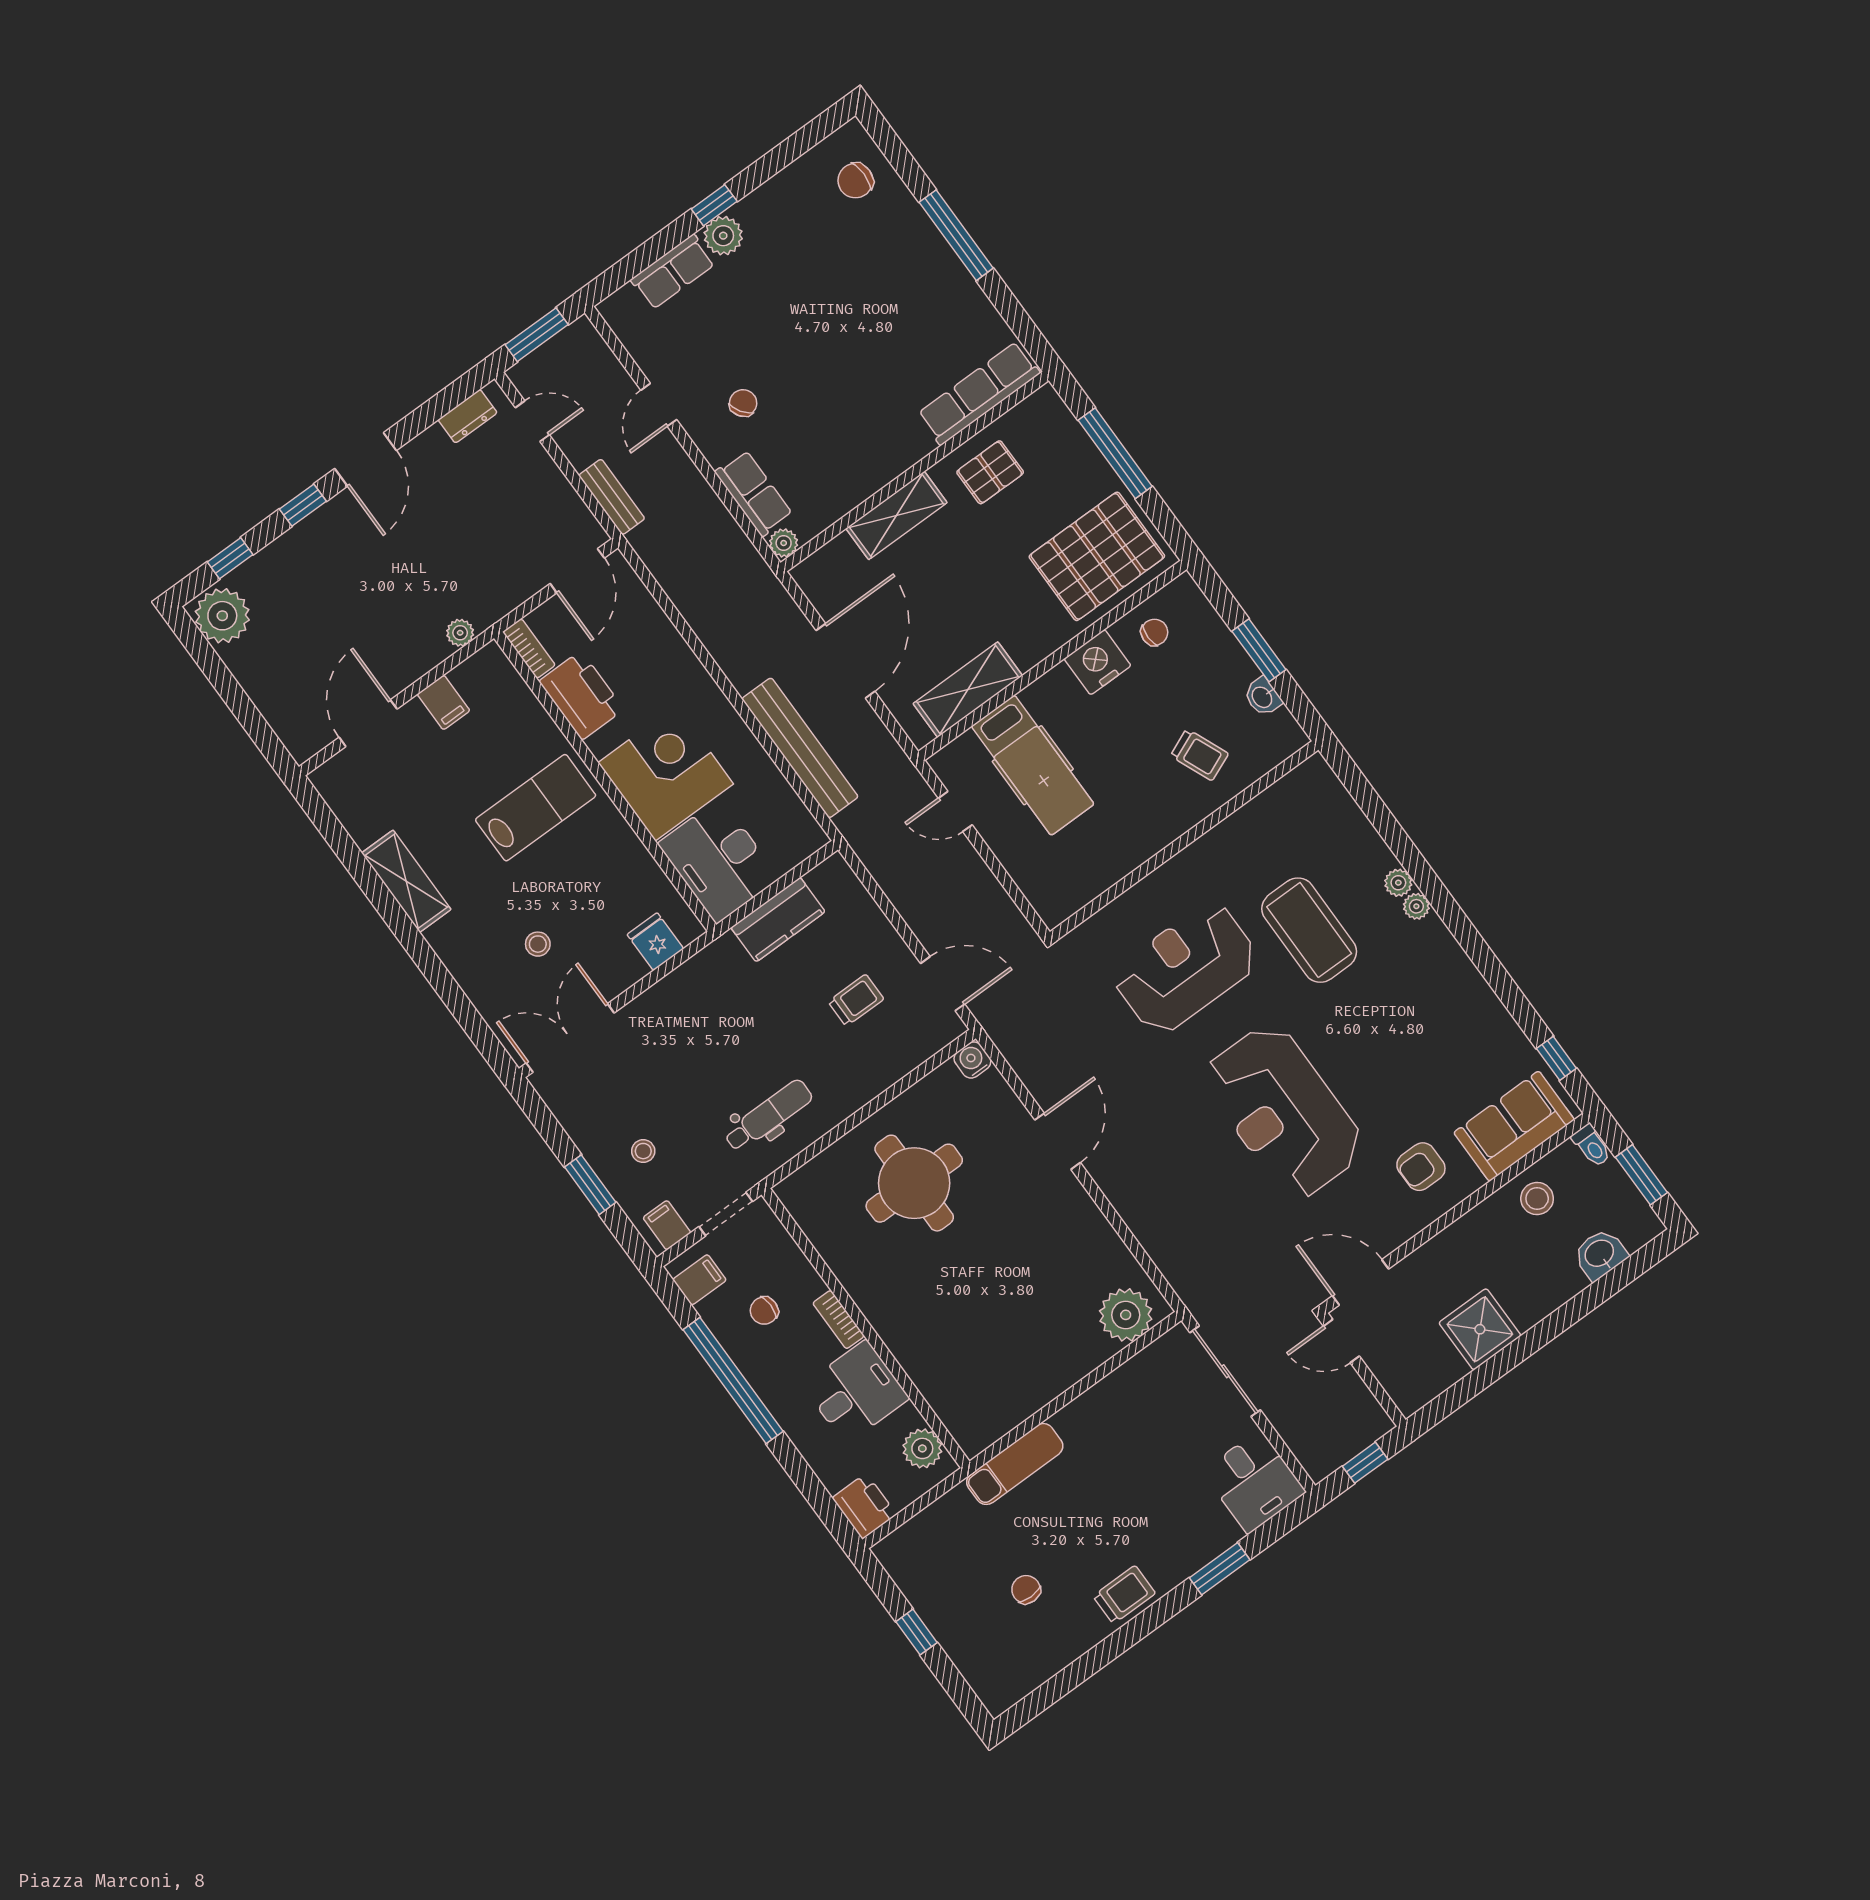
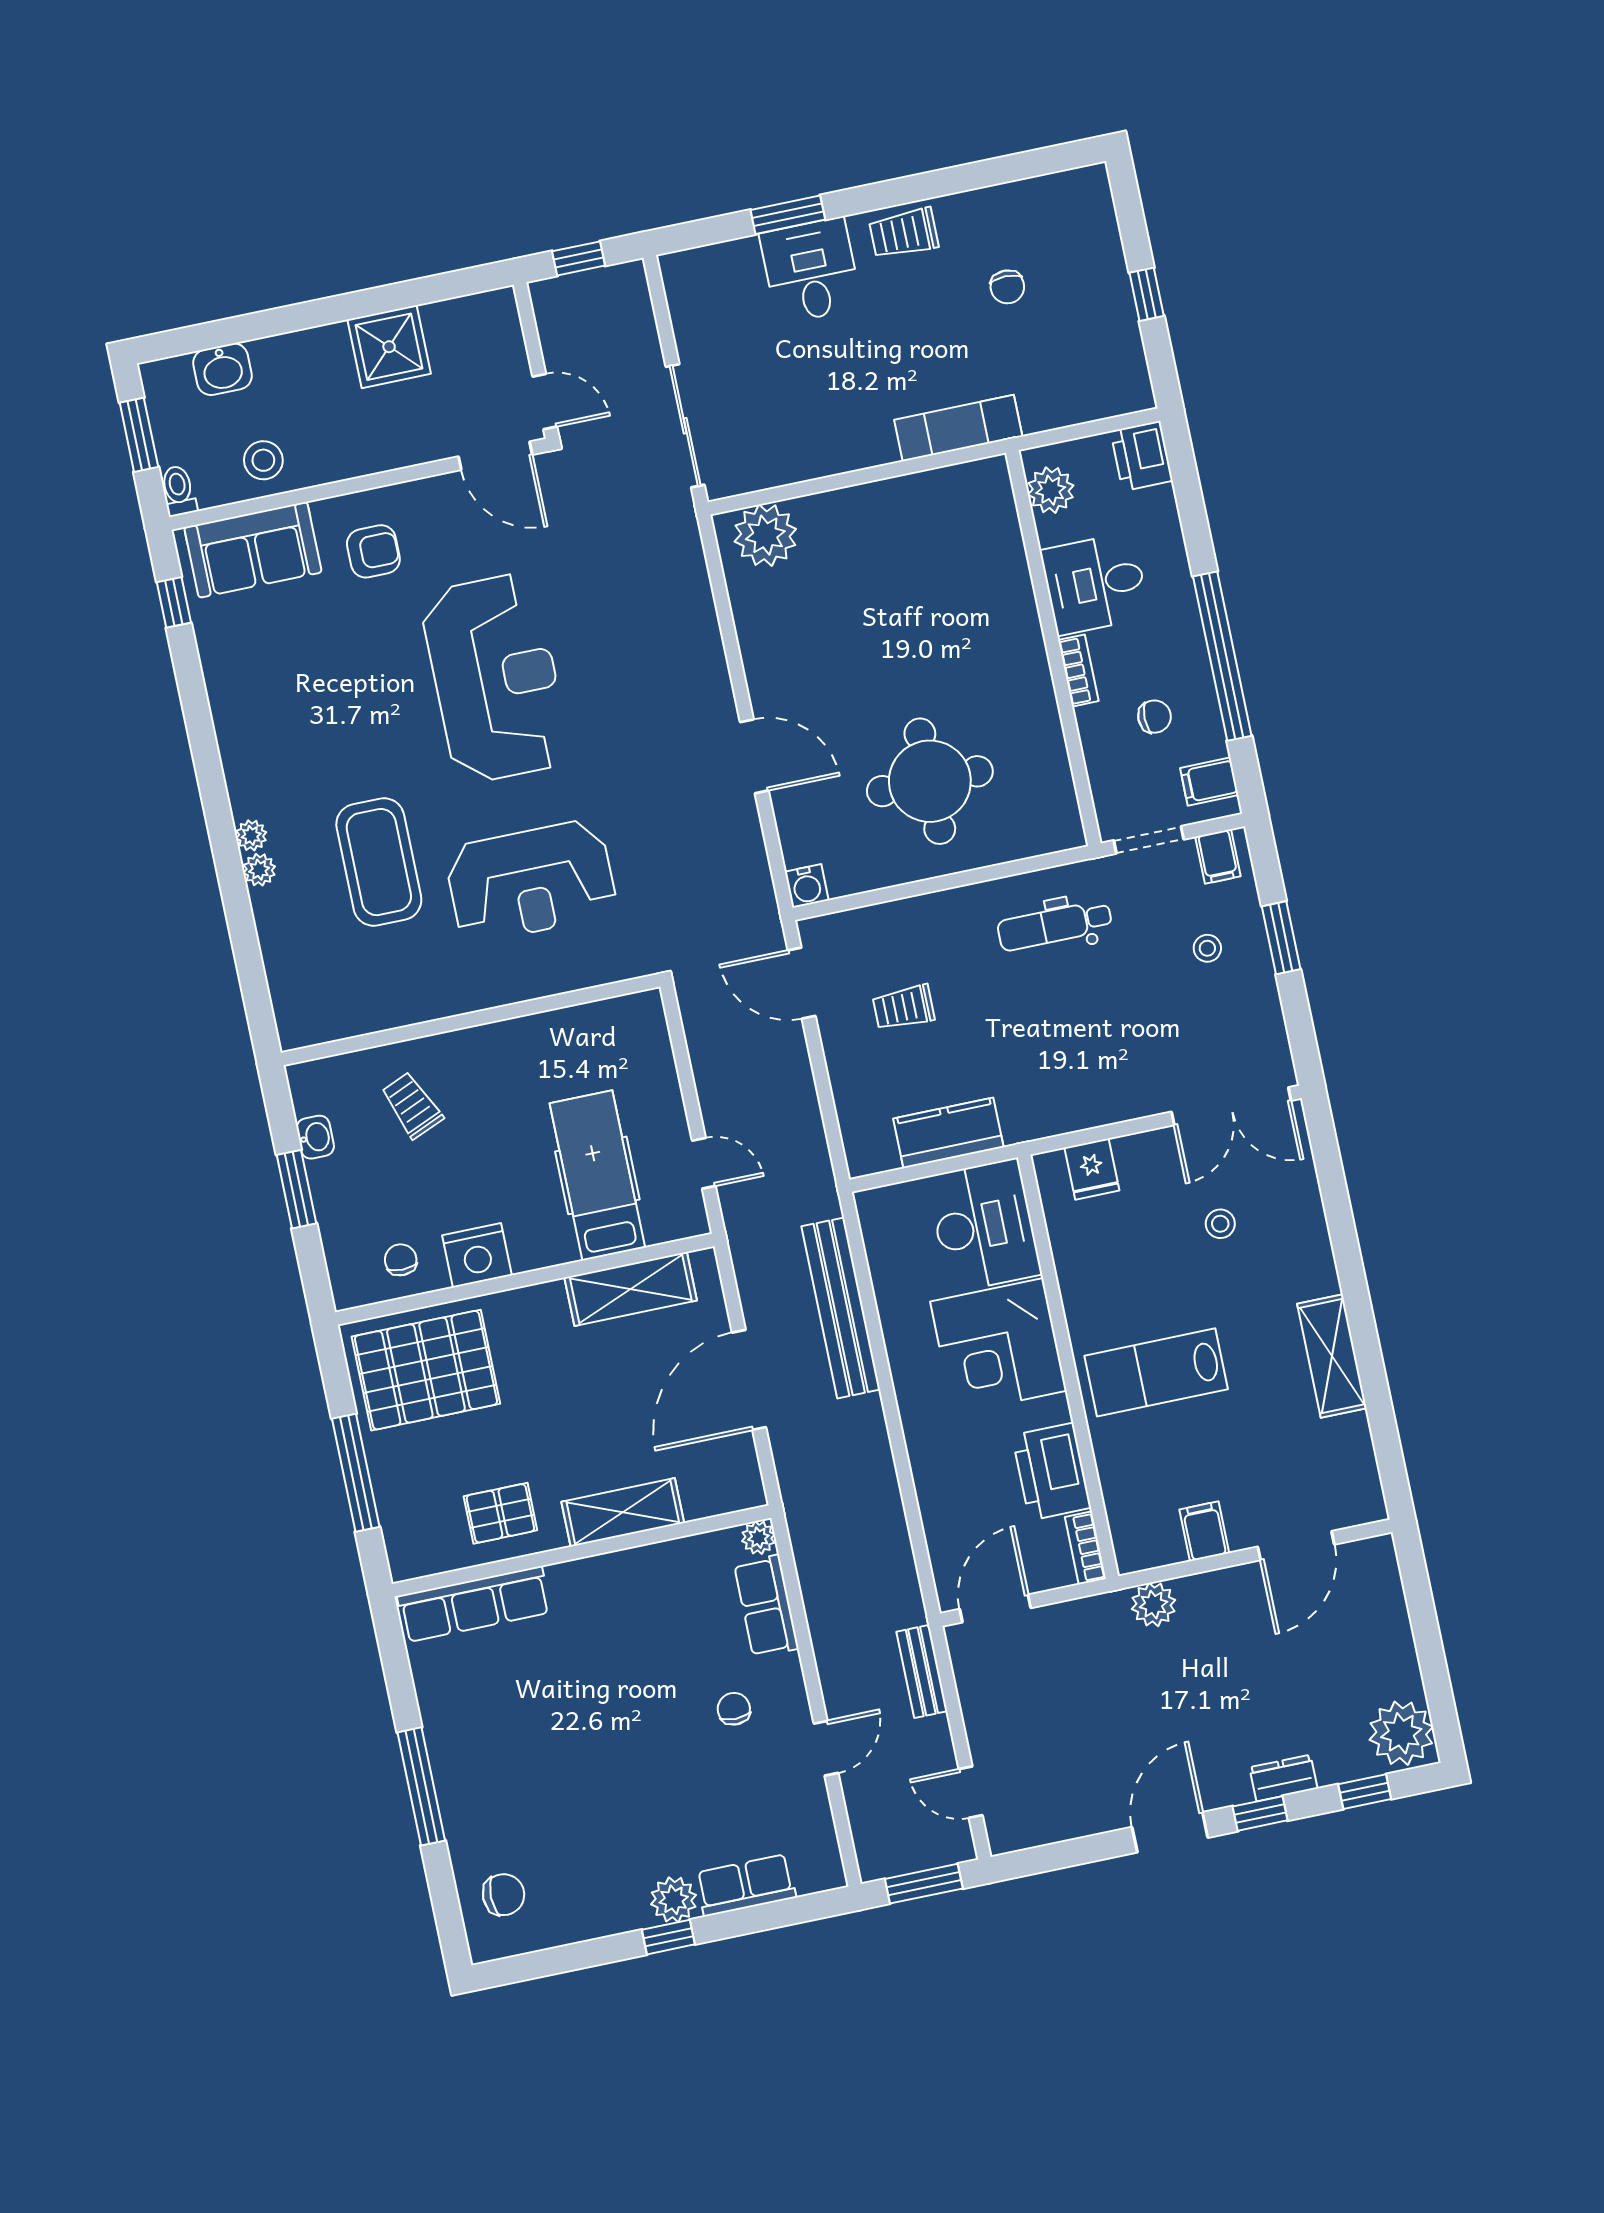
chair: (743, 403) -> (734, 1709), turned 124
dresser: (468, 416) -> (1283, 1778), moved
chair: (1154, 632) -> (401, 1260), turned 90
plant: (460, 633) -> (1154, 1605), width x1.38, depth x1.38
door: (1058, 1141) -> (754, 756), swing flipped
desk: (1254, 1482) -> (811, 271), moved

